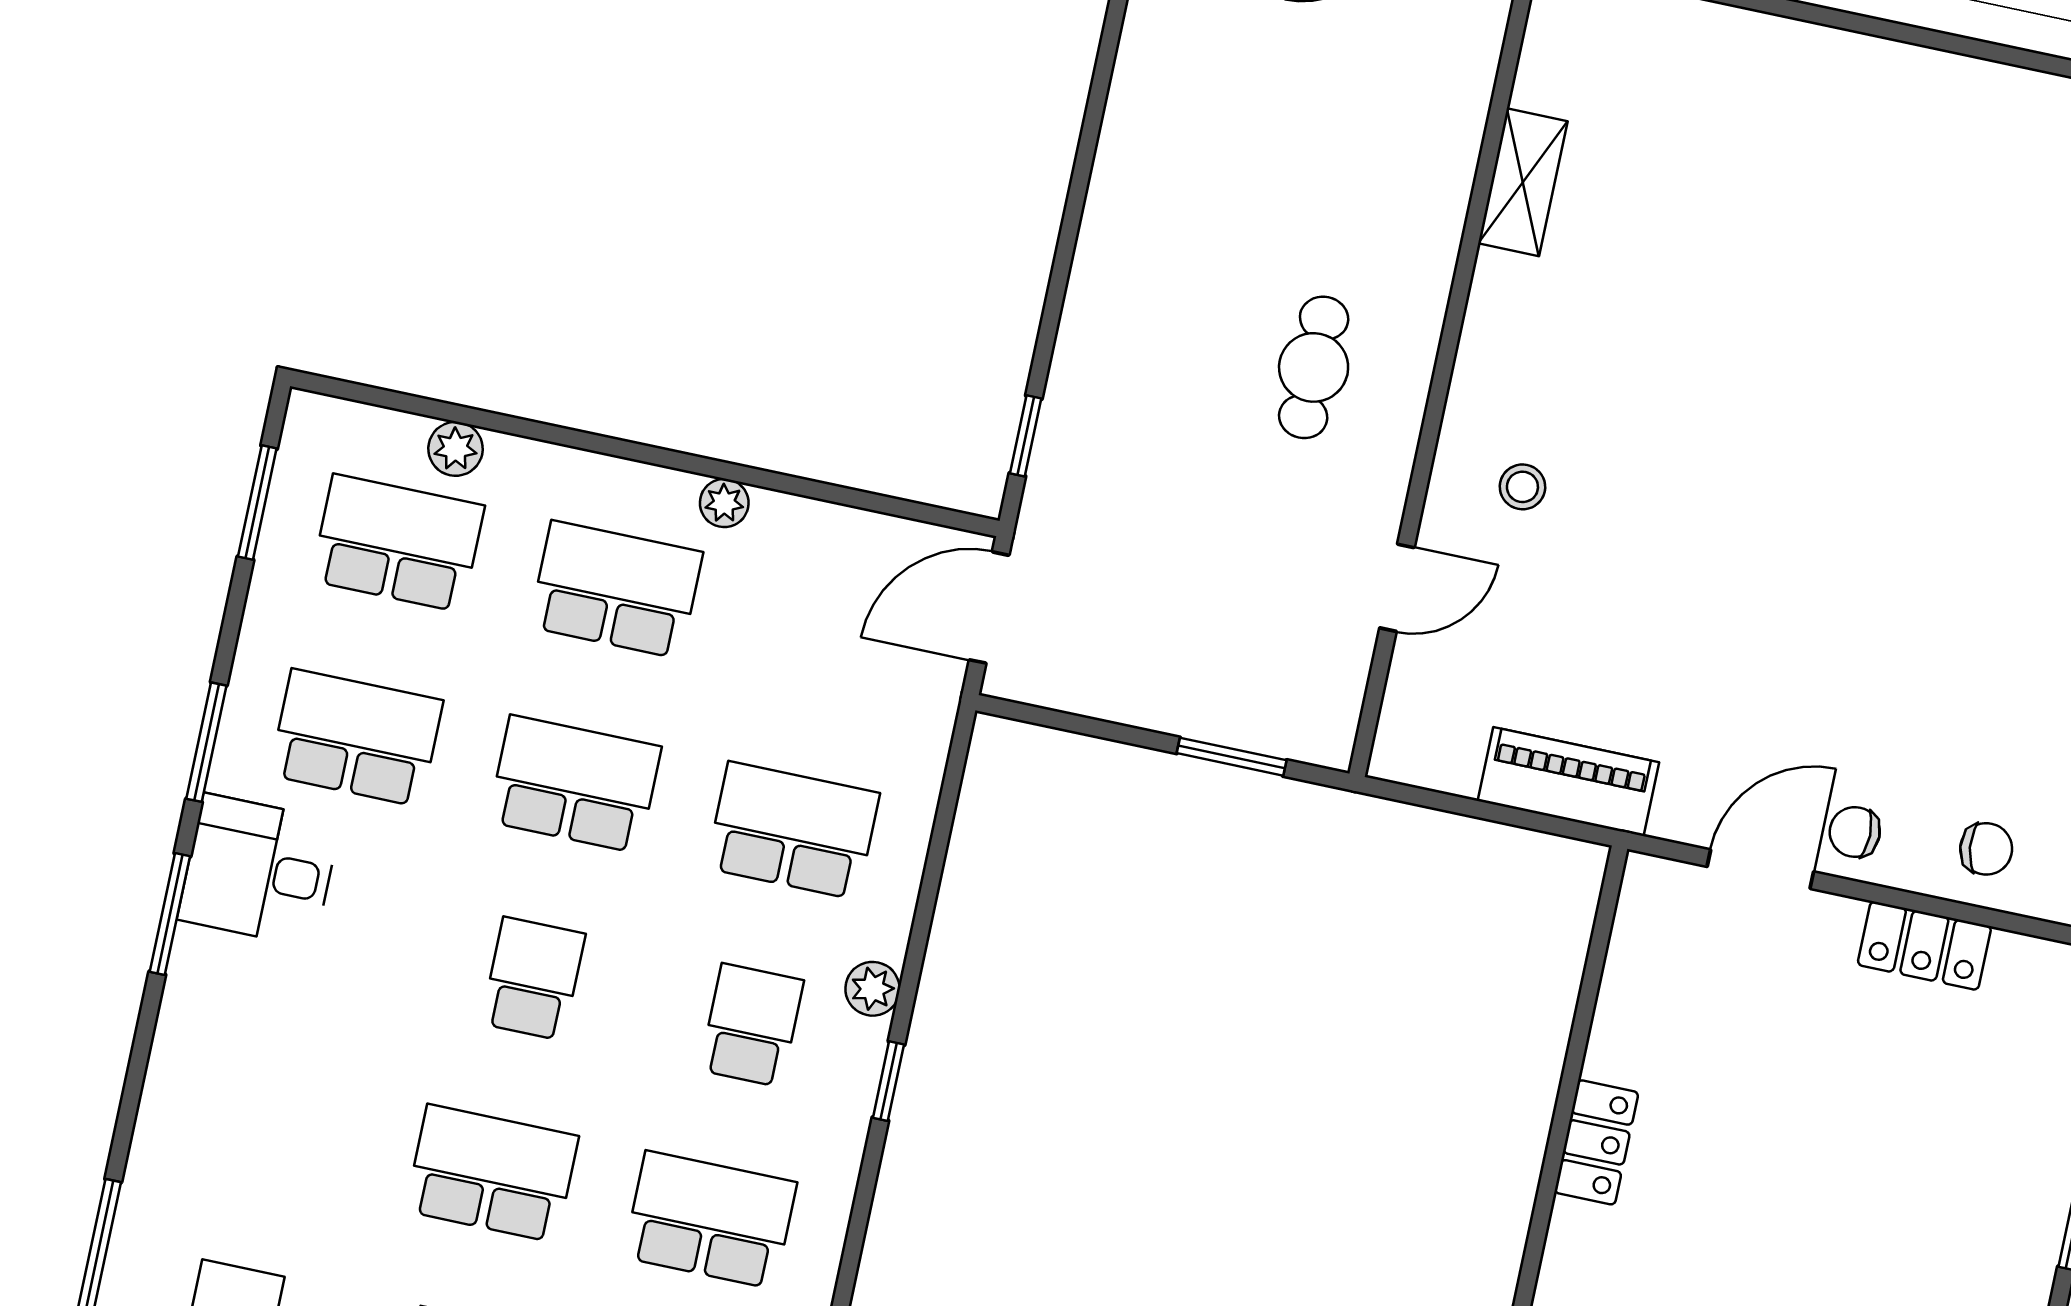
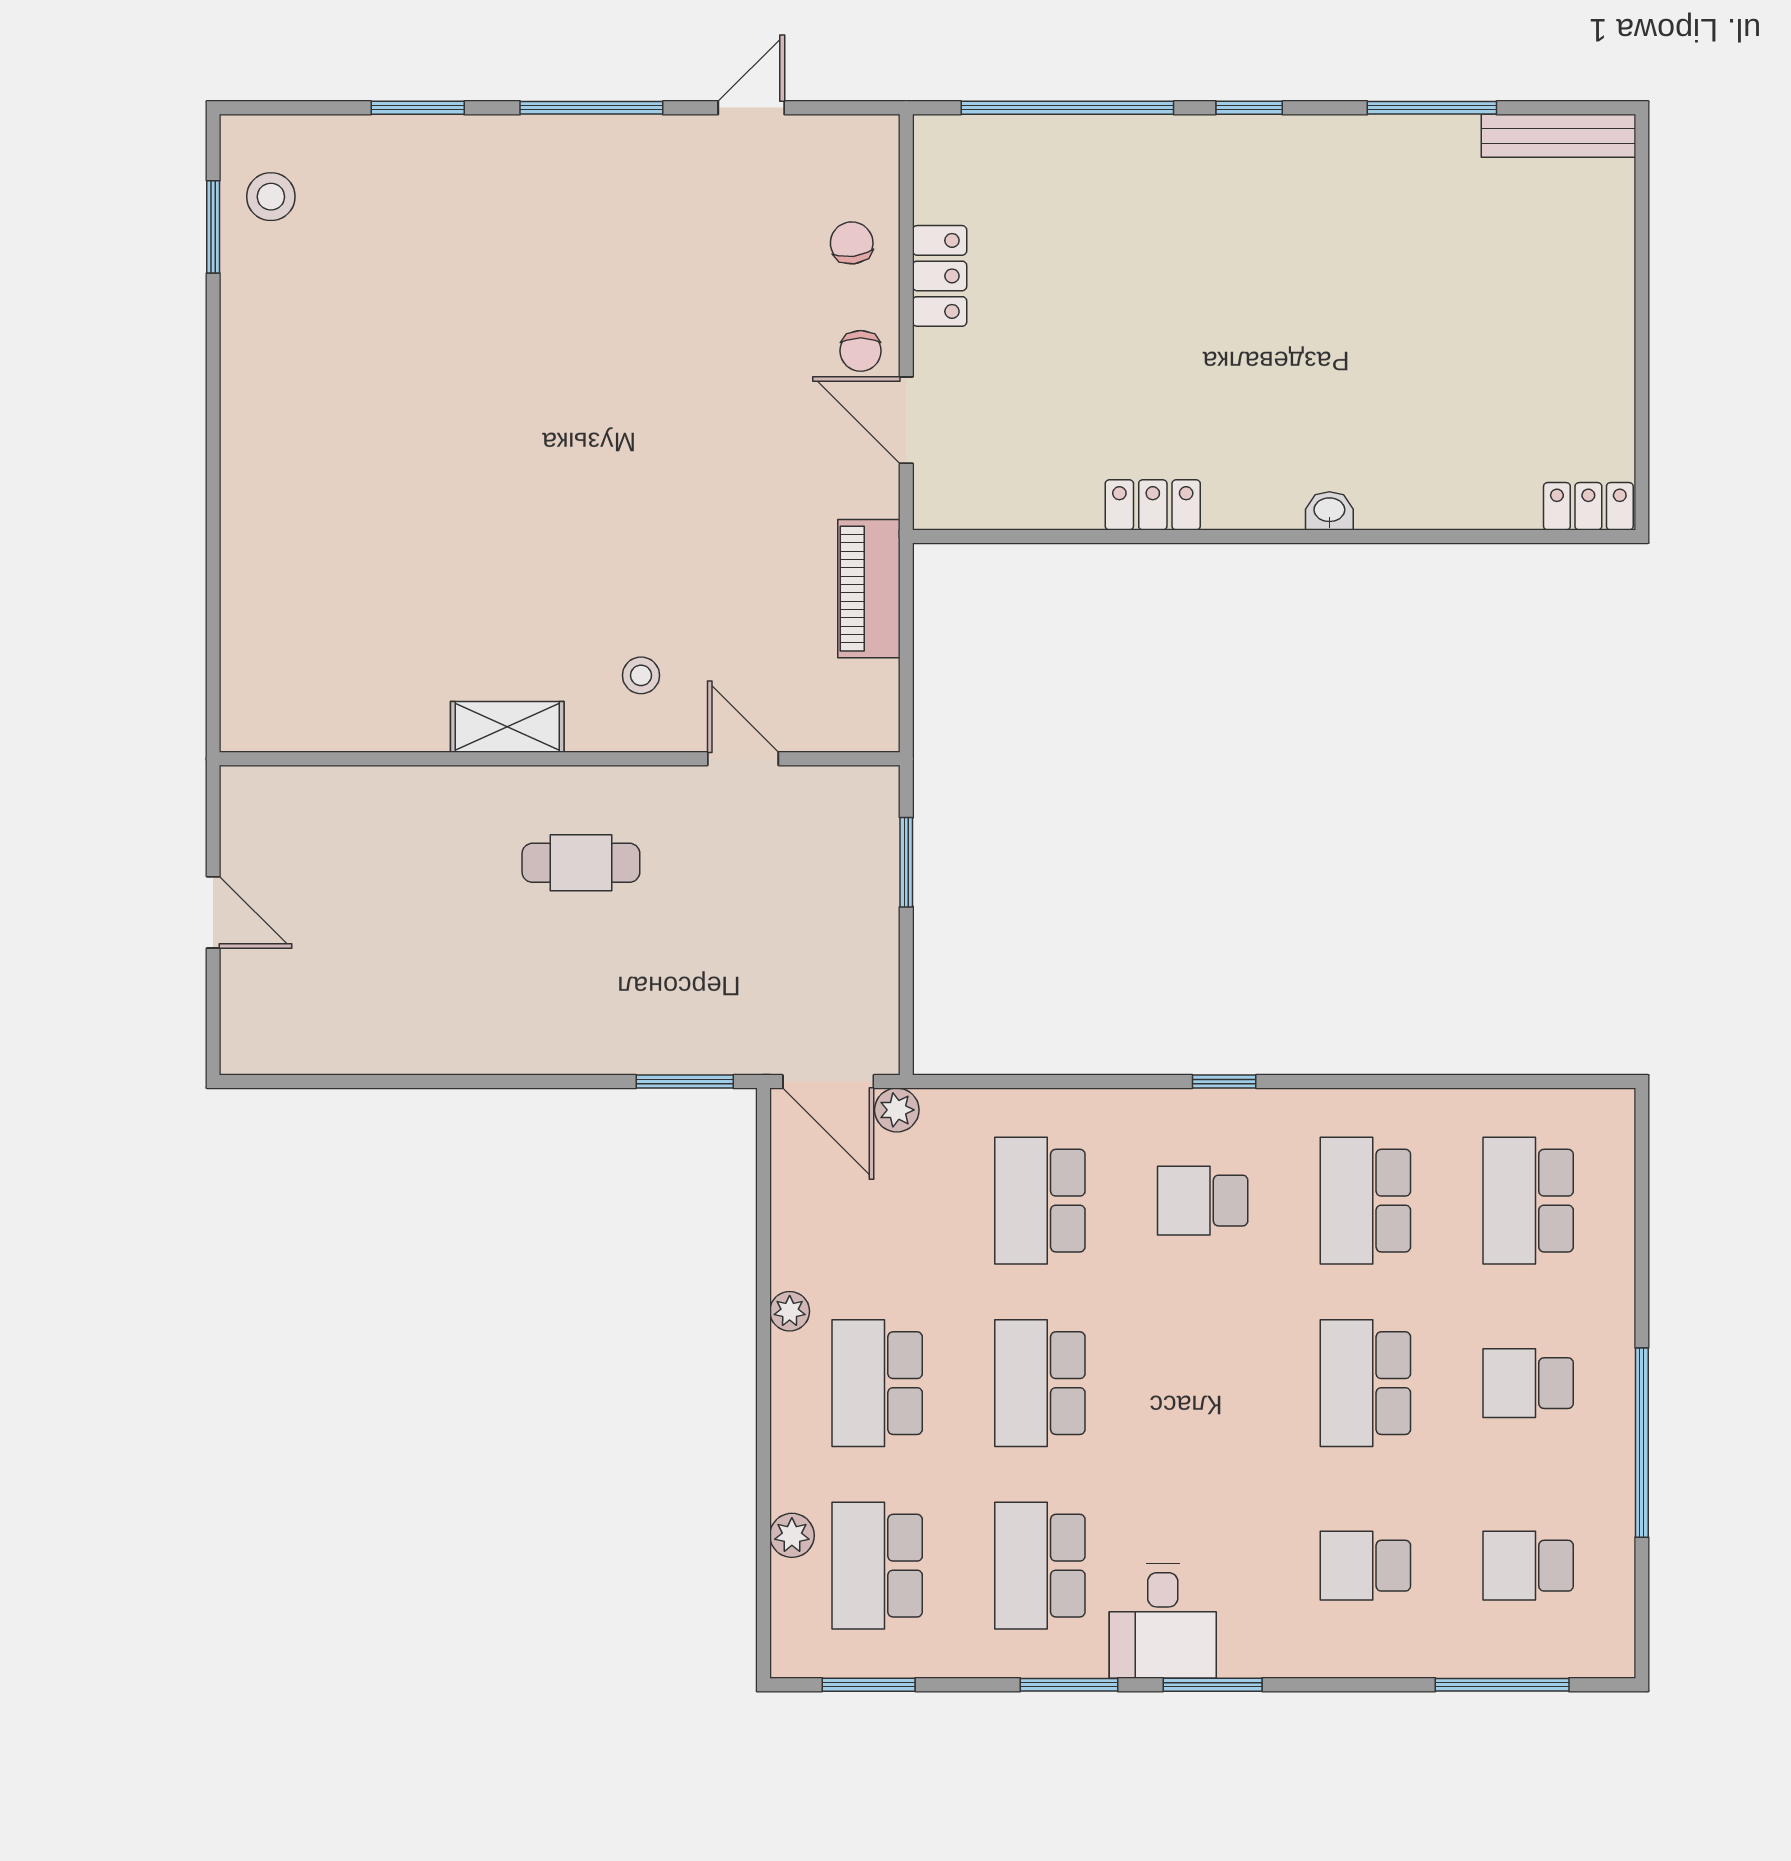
shelving: (1523, 182) -> (507, 727), moved
window: (1026, 436) -> (685, 1081), width x1.50
school desk: (533, 979) -> (1365, 1566), moved
plant: (873, 989) -> (897, 1110), moved

